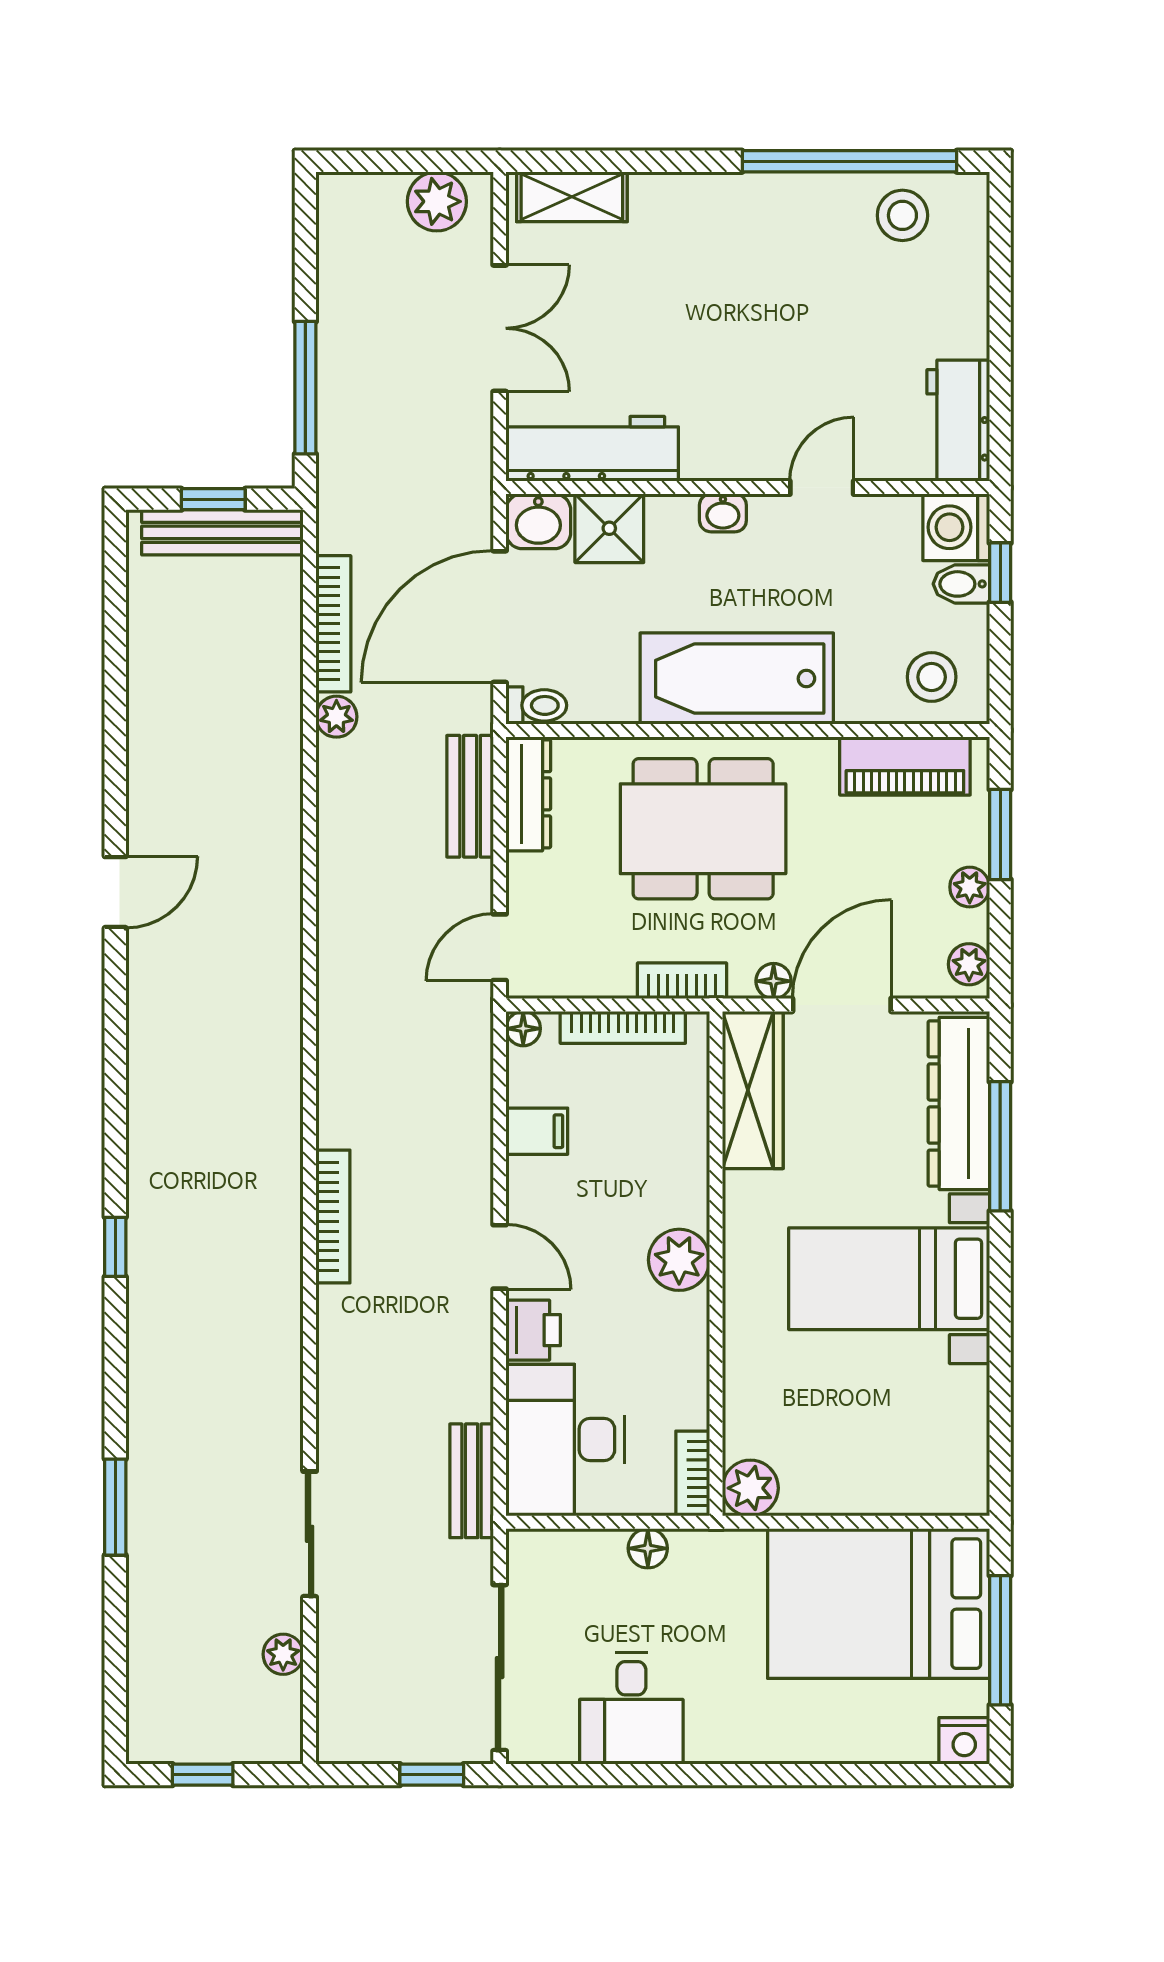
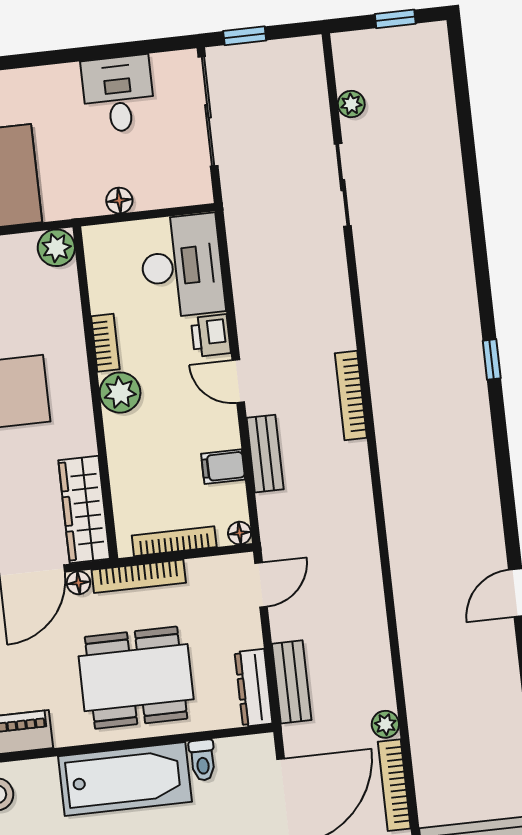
toilet: (536, 705) -> (202, 760), moved, turned -90
bookcase: (682, 981) -> (139, 576), width x1.56
bookcase: (693, 1474) -> (105, 343), moved
bench: (472, 1481) -> (265, 454), moved
window: (115, 1507) -> (472, 188), removed

